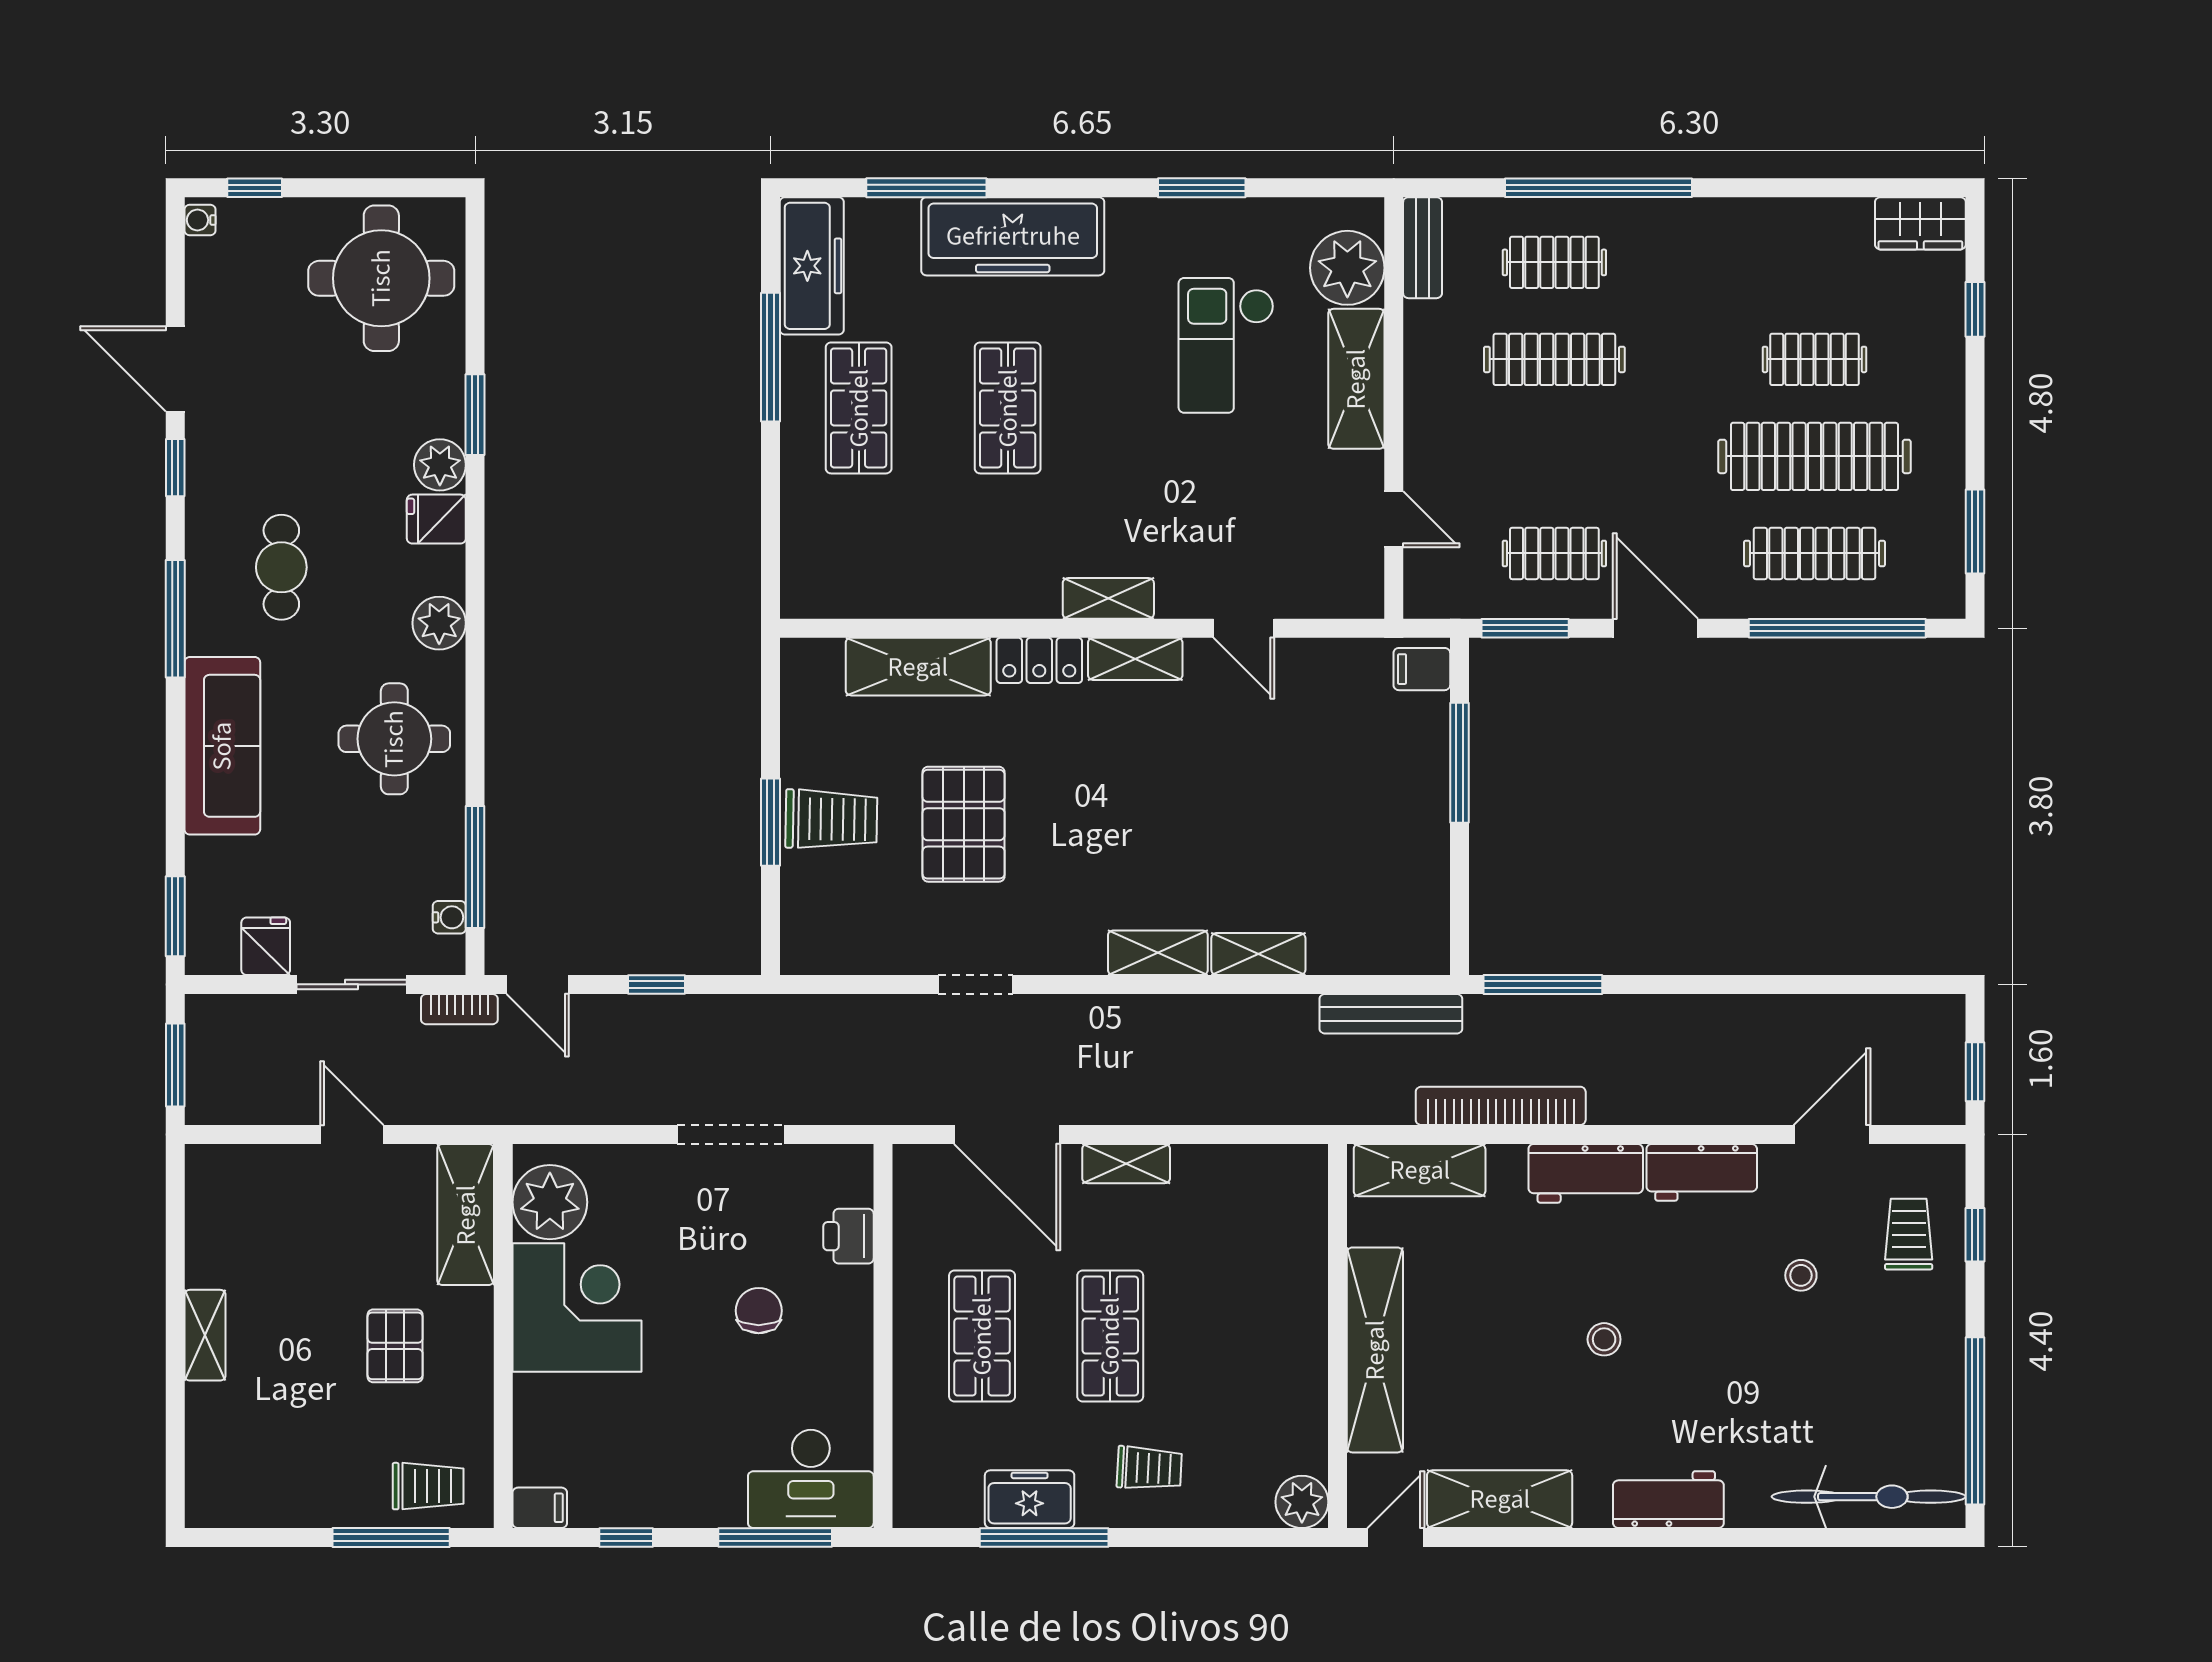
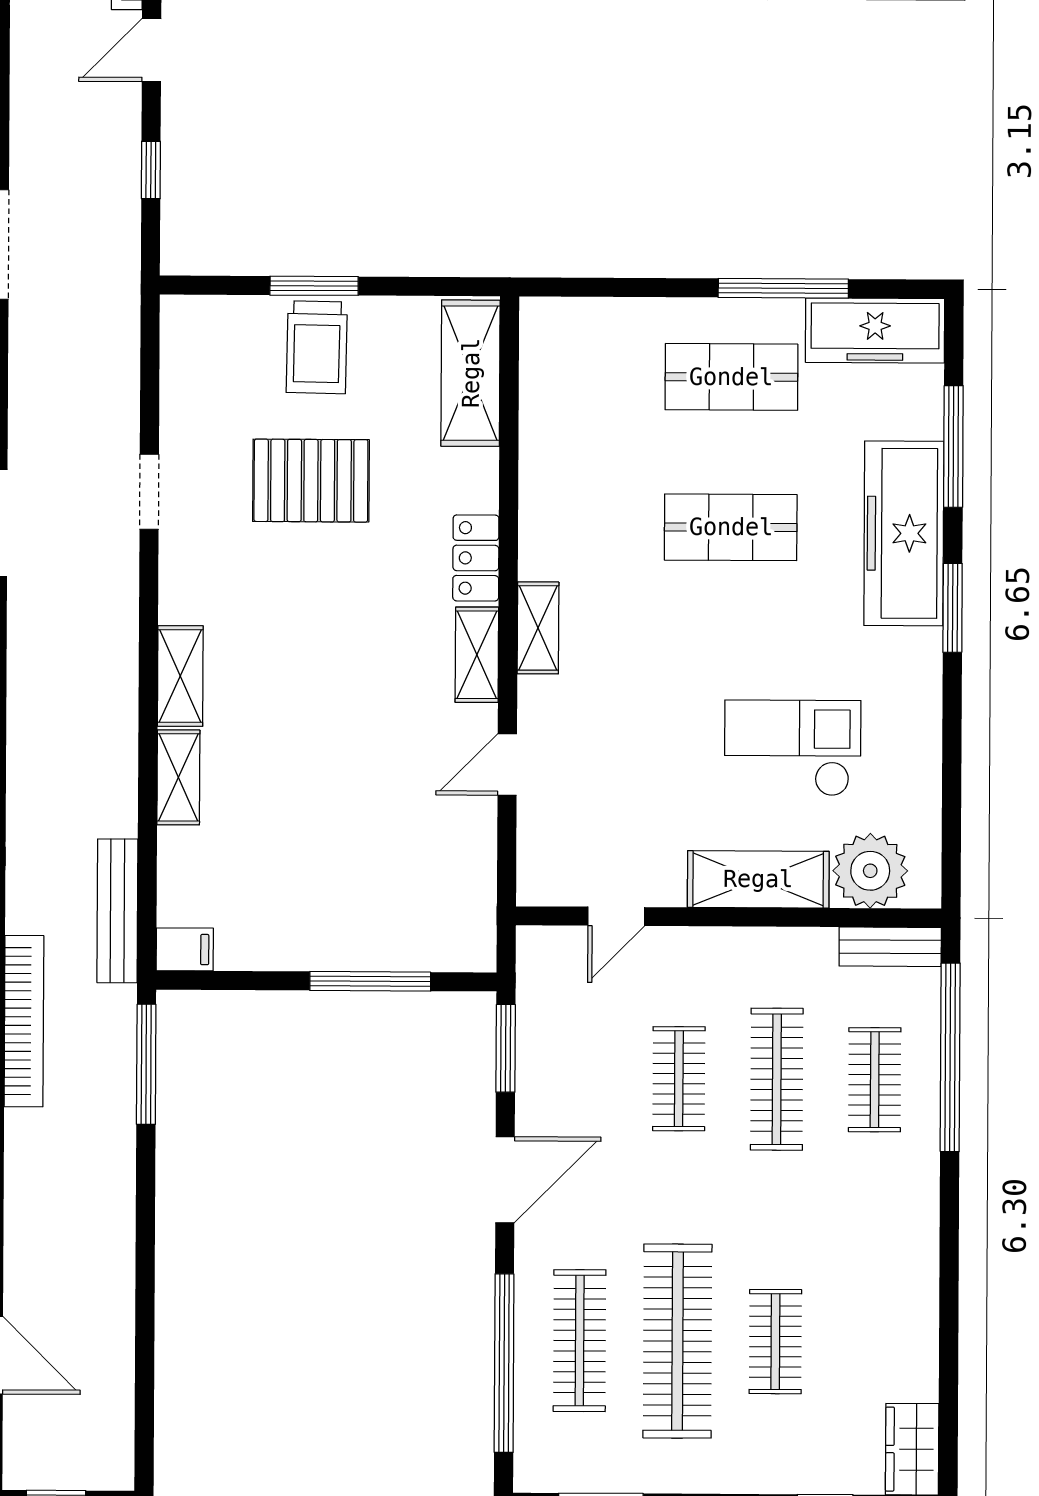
window: (1202, 188) -> (953, 608), moved
window: (1598, 188) -> (950, 1057), moved
clothes rail: (1554, 553) -> (679, 1079), moved
shelving: (918, 667) -> (471, 373), moved
filing cabinet: (1422, 669) -> (185, 949), moved, turned 90

